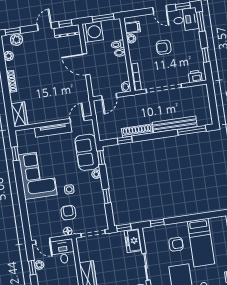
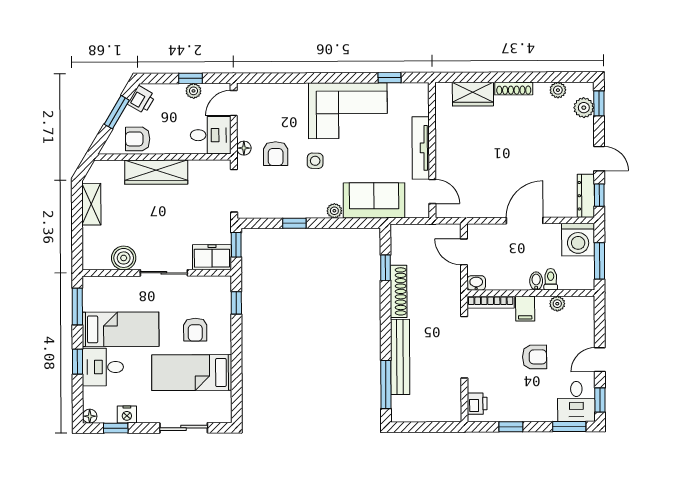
filing cabinet: (132, 28) -> (525, 309), moved
armchair: (164, 47) -> (535, 357), turned 90
wardrobe: (19, 114) -> (473, 94), moved
window: (101, 158) -> (361, 223), removed
armchair: (68, 213) -> (276, 154), turned 90

